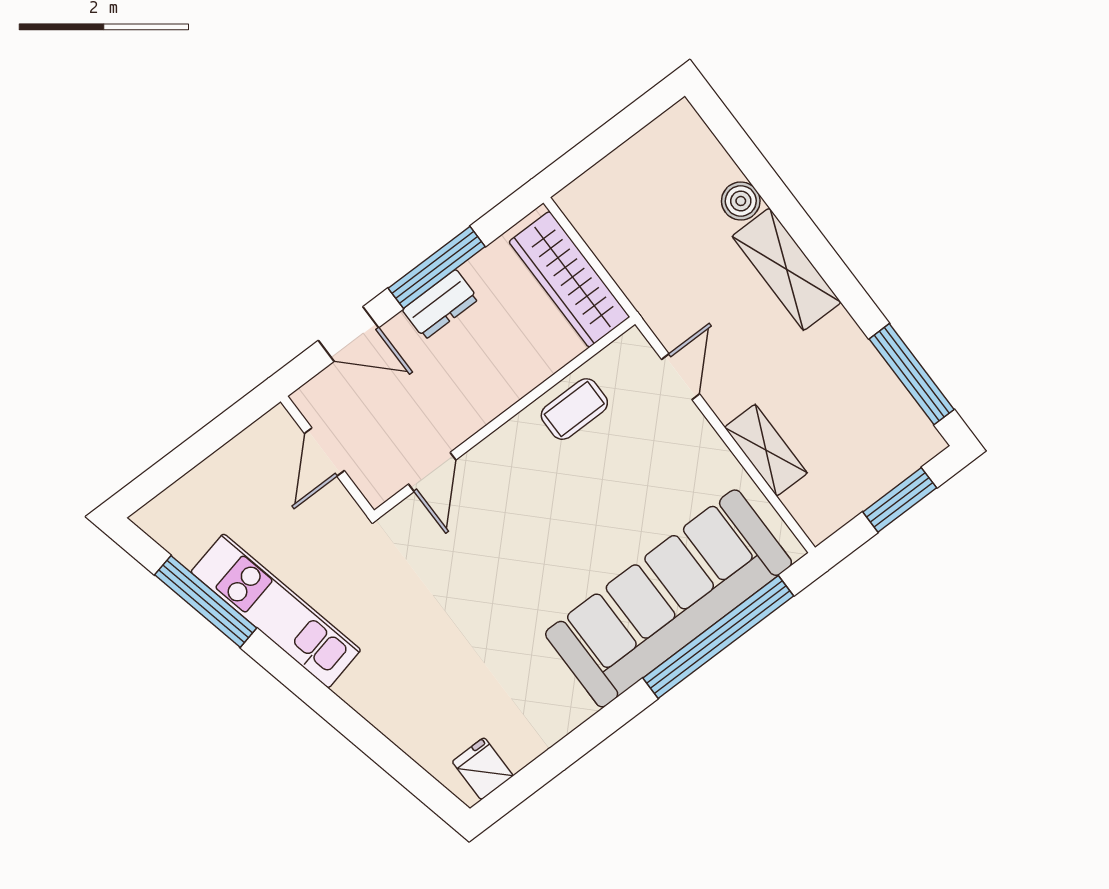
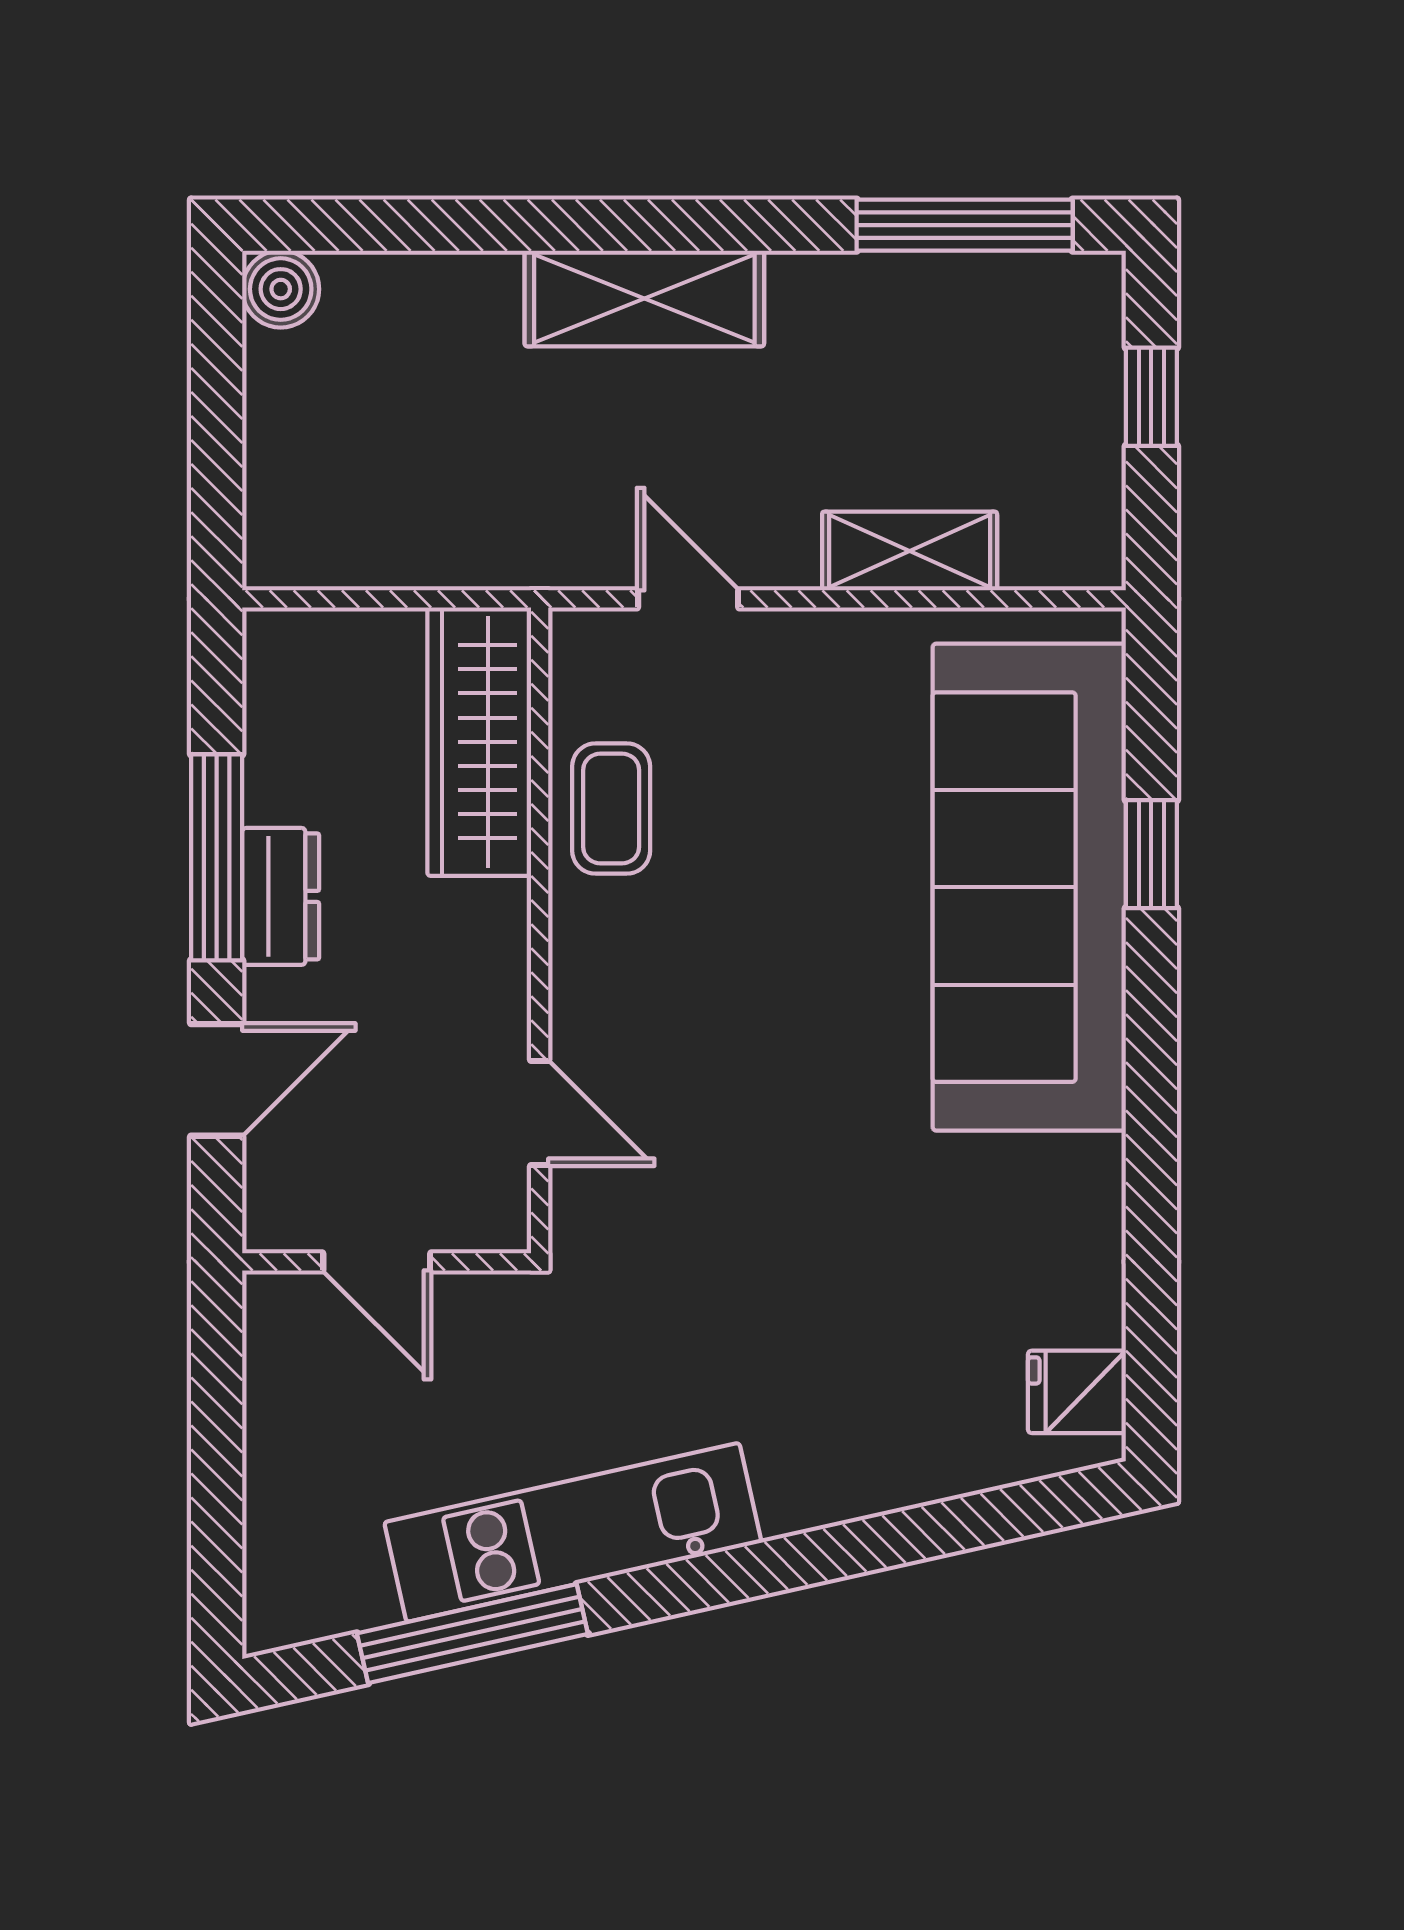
boiler: (741, 201) -> (281, 289), moved
wardrobe: (569, 279) -> (479, 742), moved, turned 90
window: (900, 500) -> (1151, 397), width x0.67
window: (718, 637) -> (1151, 854), width x0.32

